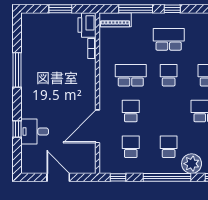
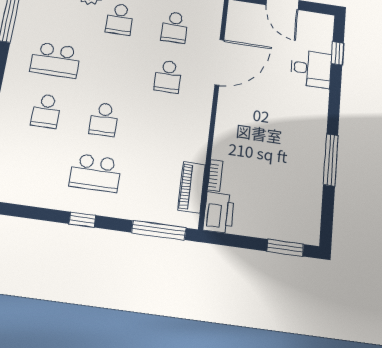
window: (60, 9) -> (285, 248), moved
window: (136, 9) -> (159, 230), moved
piano: (115, 20) -> (192, 187), moved, turned -90
school desk: (131, 75) -> (161, 128), removed
window: (17, 129) -> (337, 53), moved

